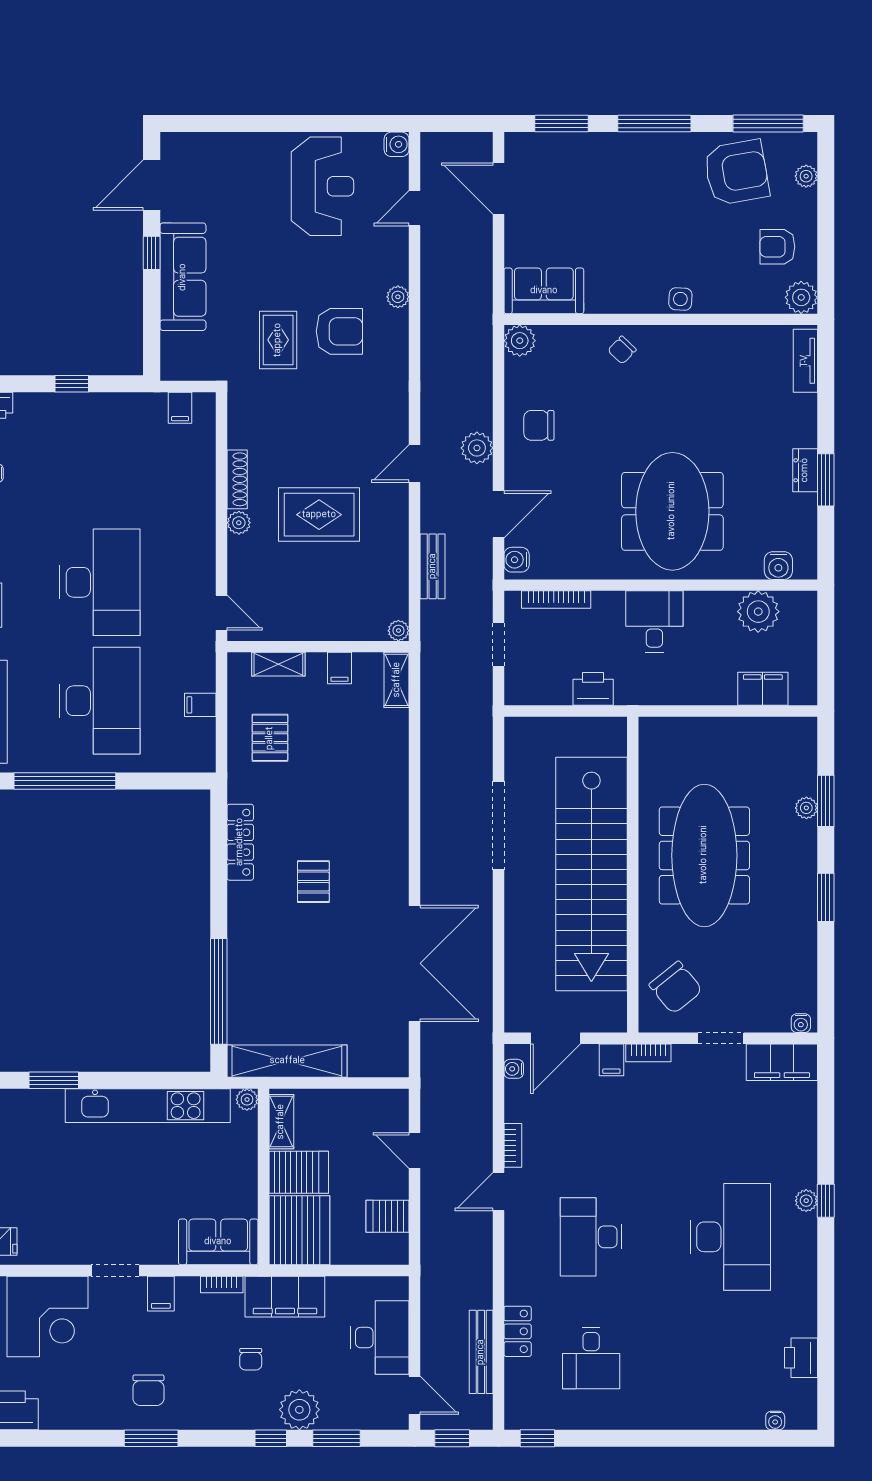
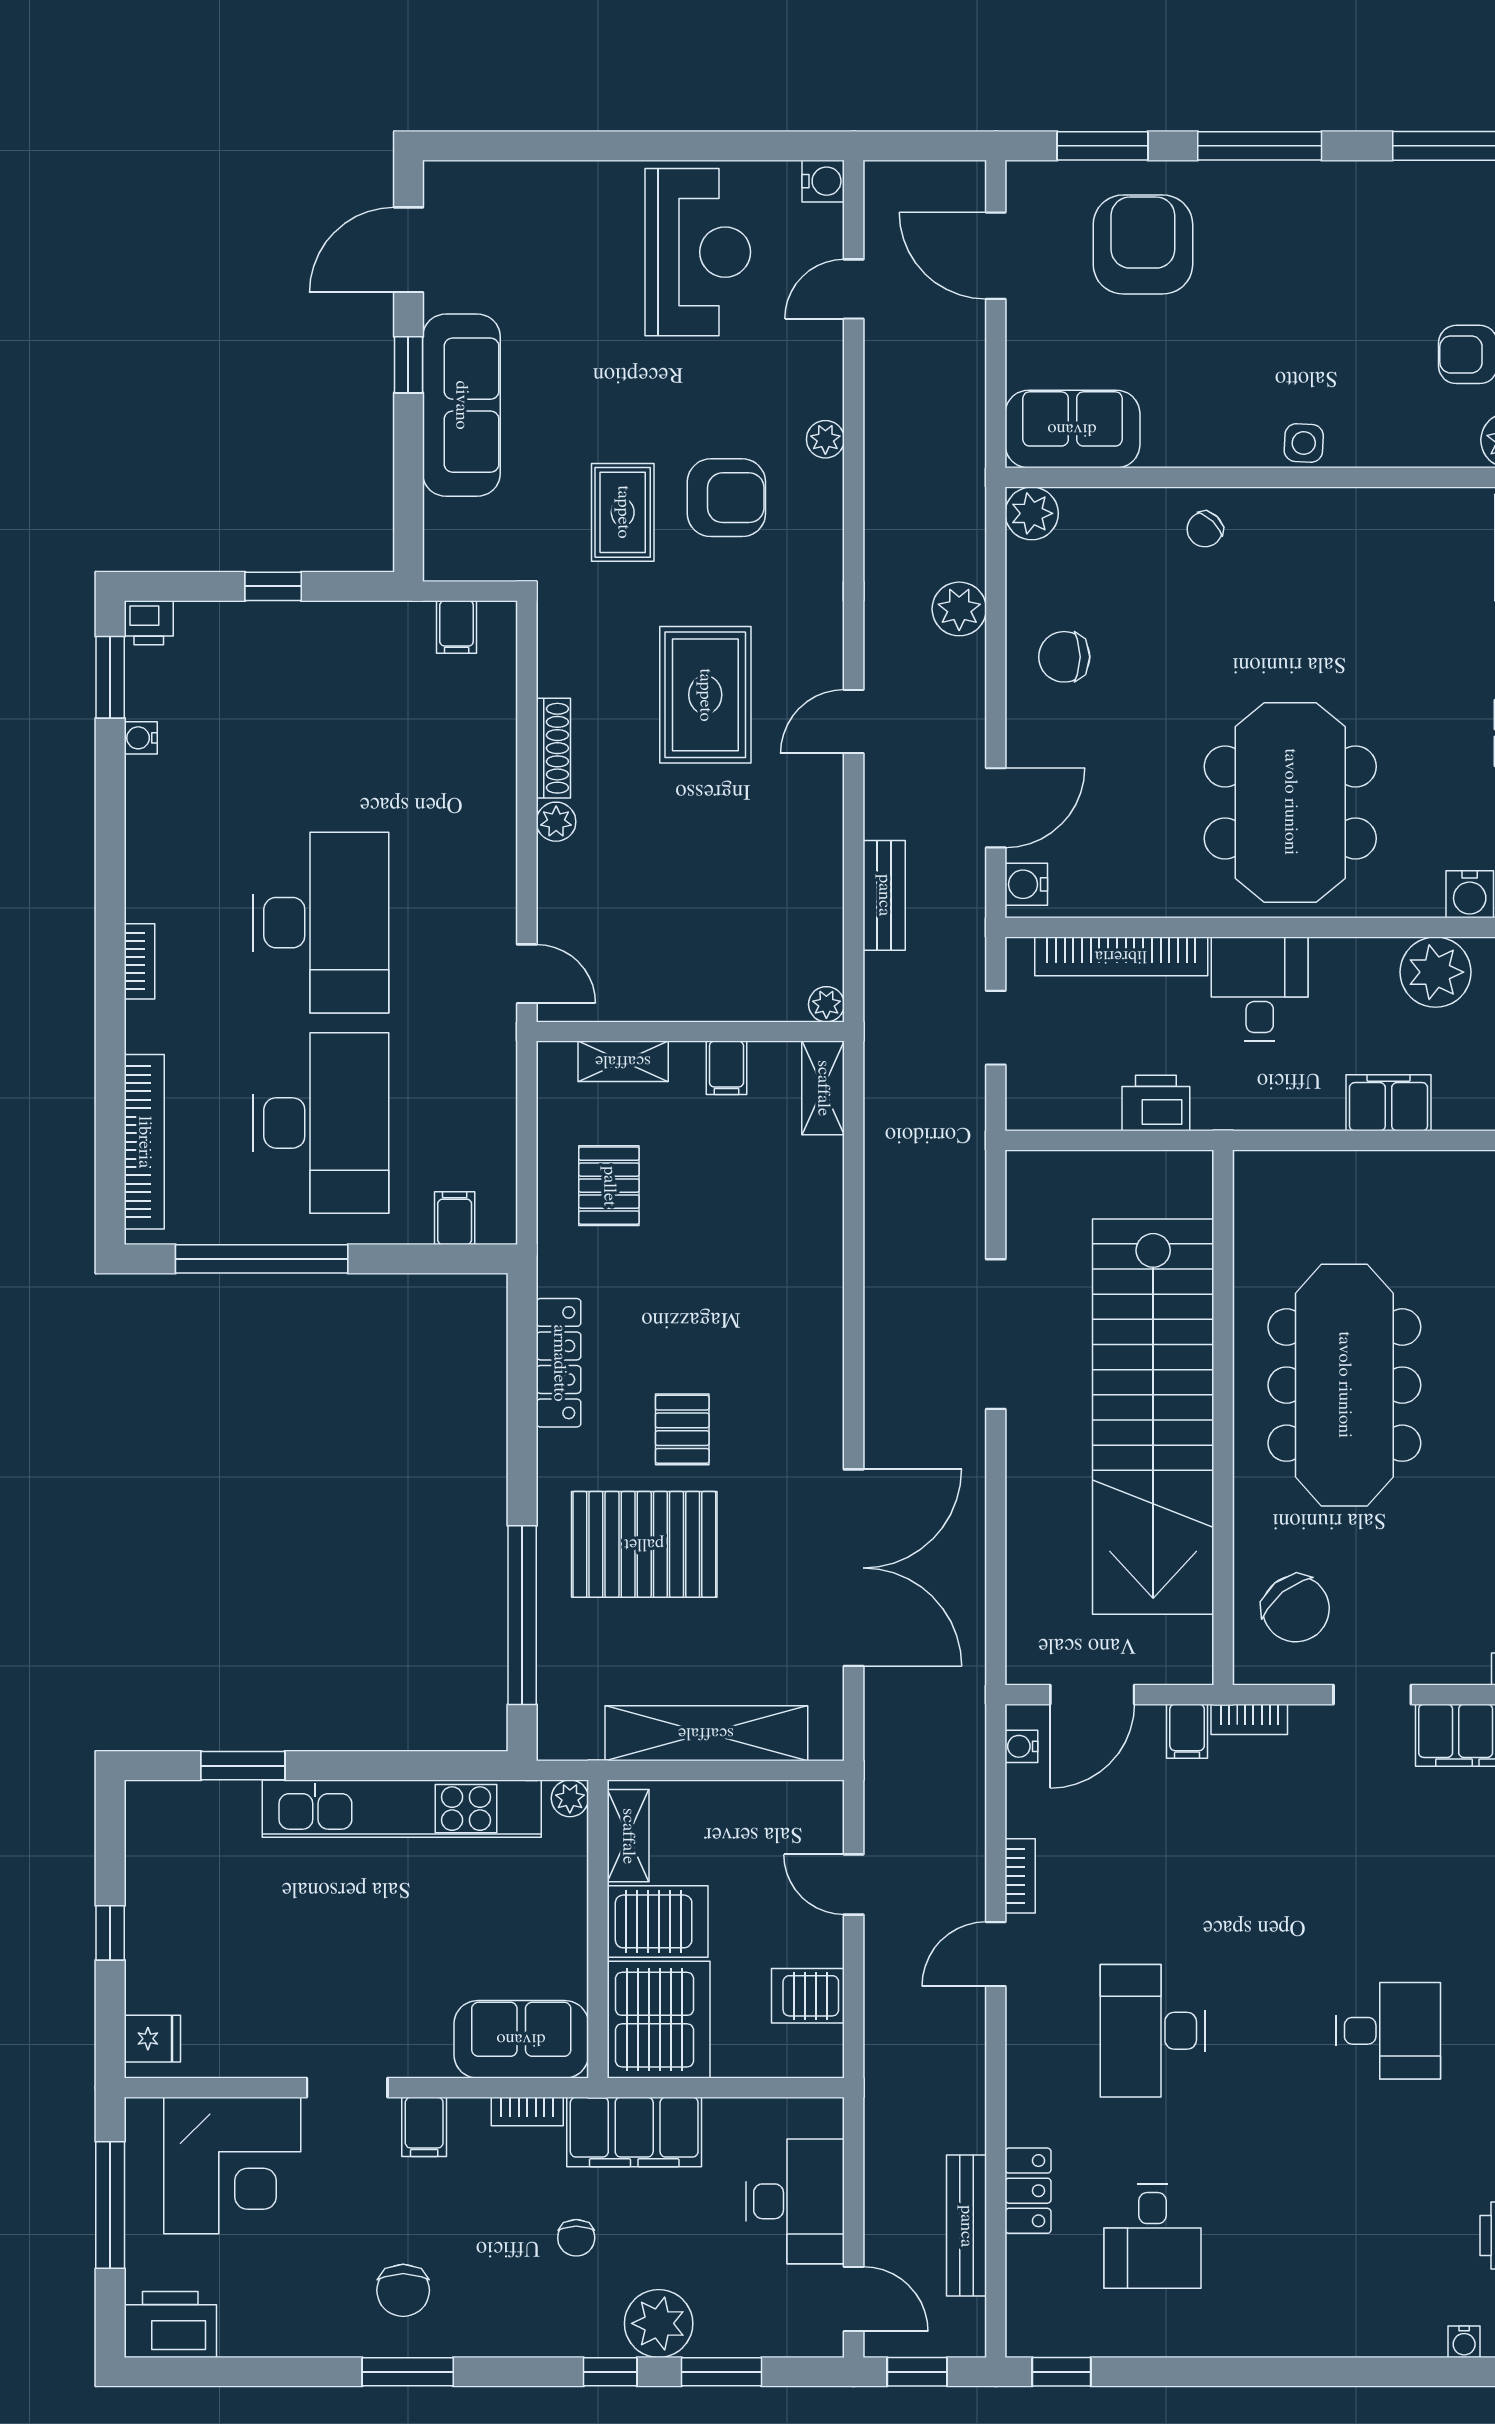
armchair: (736, 172) -> (1143, 244), moved, turned -80
plant: (477, 448) -> (959, 609), moved
rug: (319, 515) -> (705, 695), moved, turned 90
bookcase: (556, 600) -> (1121, 956), width x1.48, depth x1.31
filing cabinet: (763, 689) -> (1389, 1103), moved
filing cabinet: (200, 705) -> (455, 1218), moved, turned 90
pallet: (291, 950) -> (644, 1544), added
shelving: (287, 1061) -> (706, 1733), moved
desk: (730, 1237) -> (1388, 2031), width x0.53, depth x0.77

